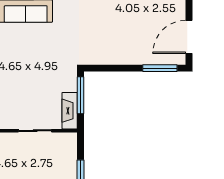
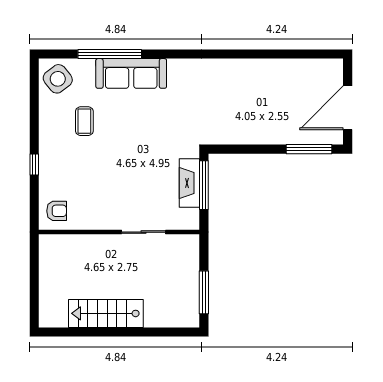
fireplace: (70, 111) -> (189, 183), moved

